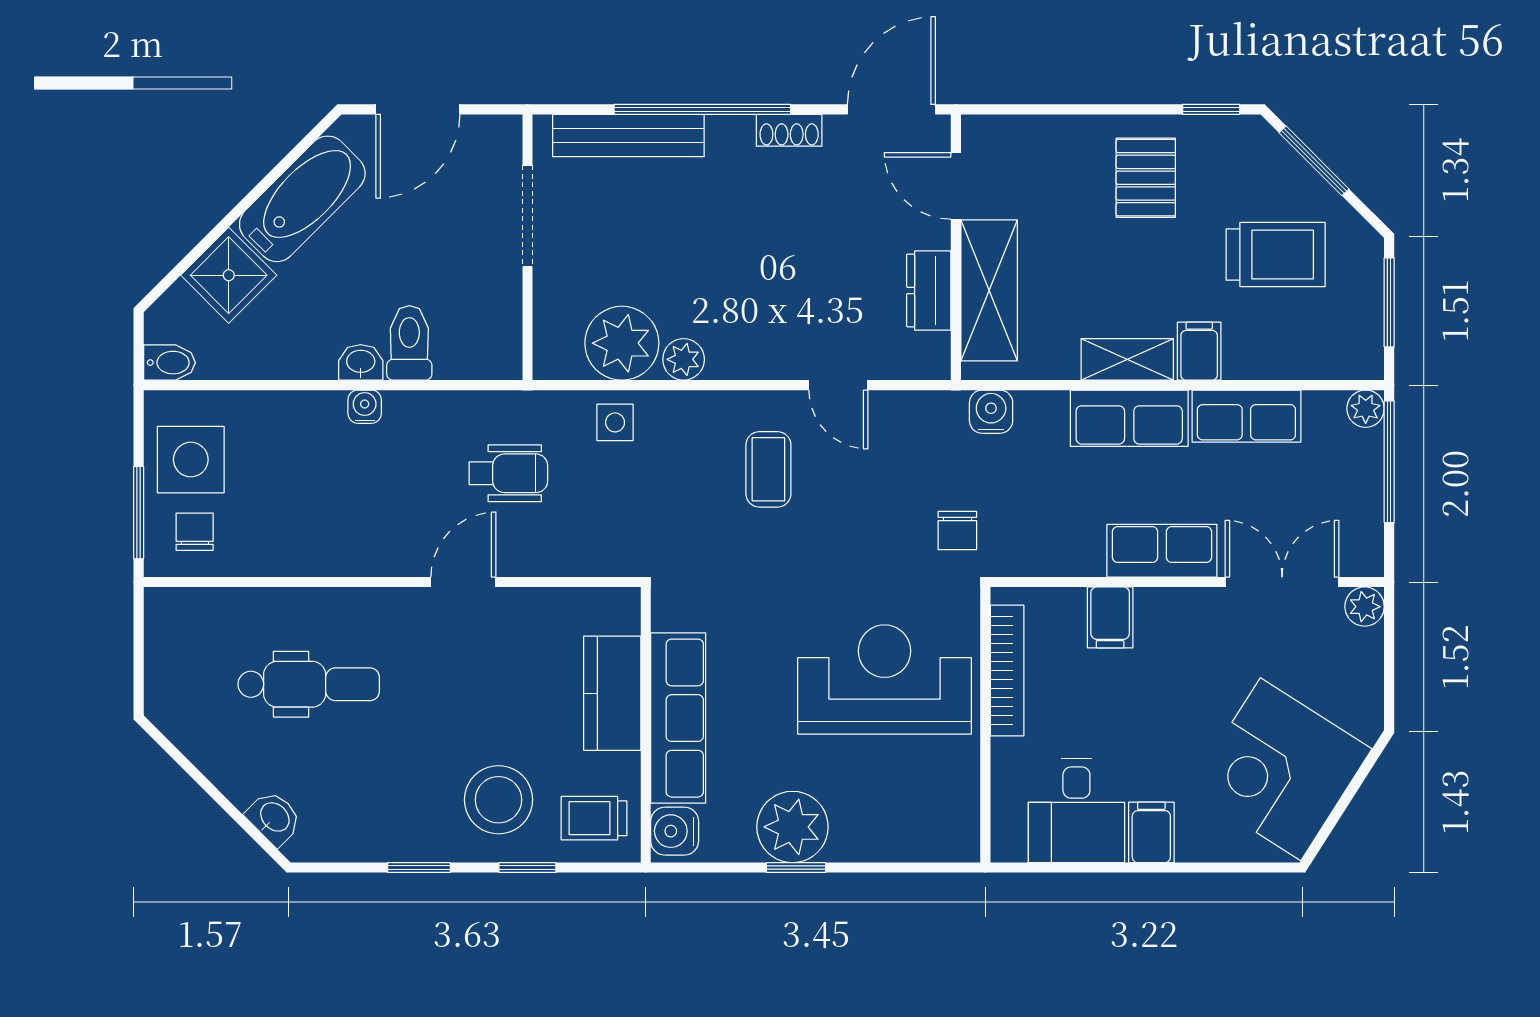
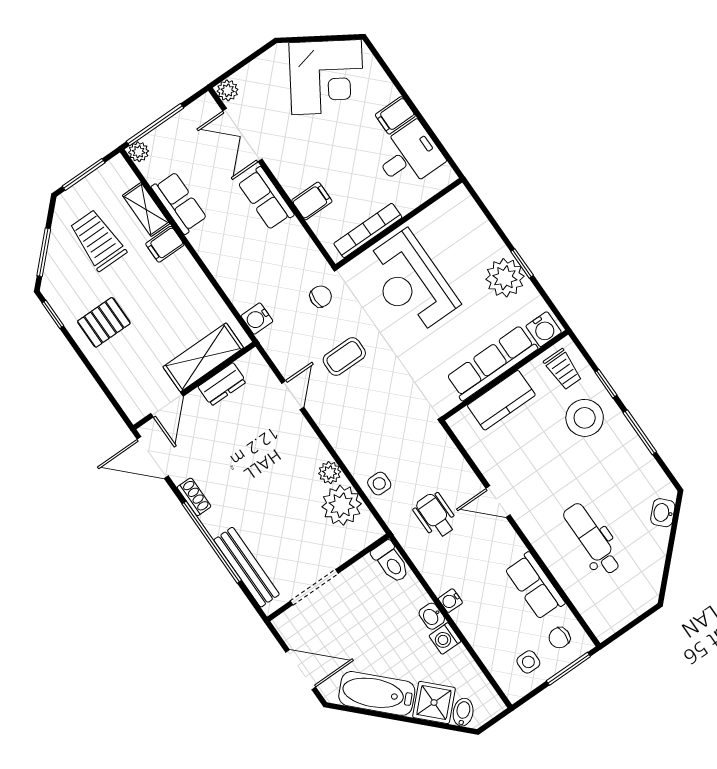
toilet: (409, 343) -> (391, 562), moved, turned -90
washing machine: (313, 359) -> (445, 639), added
shelving: (1127, 359) -> (146, 210), moved
bidet: (169, 363) -> (463, 712), moved, turned 45
row of seats: (1129, 418) -> (535, 586), moved, turned 180
side table: (191, 460) -> (528, 662), width x0.54, depth x0.54
coffee table: (768, 469) -> (344, 357), moved
window: (419, 868) -> (640, 432), width x1.50

